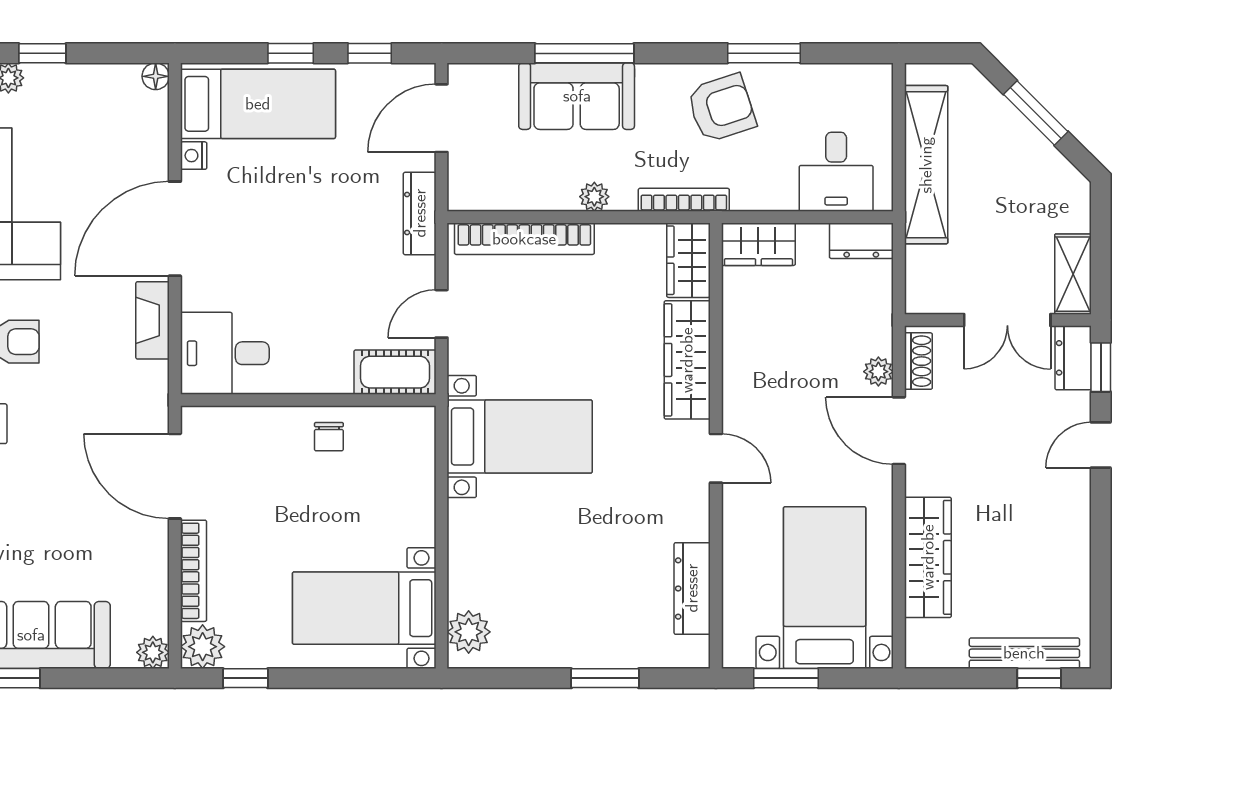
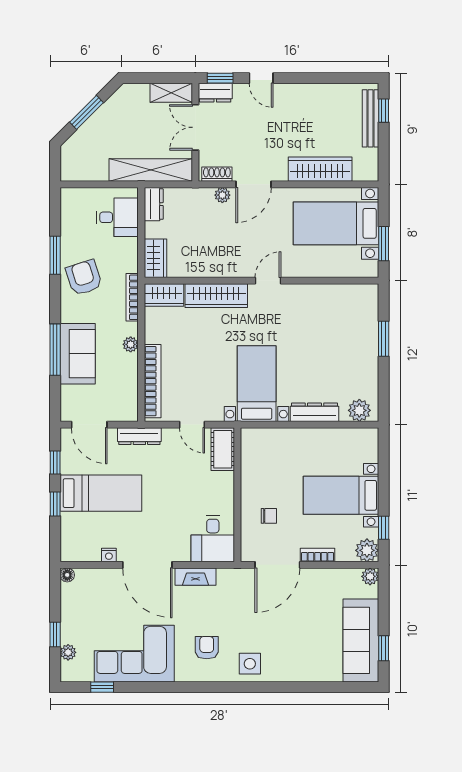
bed: (258, 104) -> (101, 493), moved, turned 90
shelving: (926, 165) -> (151, 170), moved
double door: (1007, 320) -> (195, 127), swing flipped
chair: (329, 437) -> (269, 516), moved
bookcase: (194, 571) -> (318, 555), width x0.64
dresser: (692, 588) -> (314, 412), moved, turned 180
bed with nightstands: (364, 608) -> (341, 495), moved, turned 90

